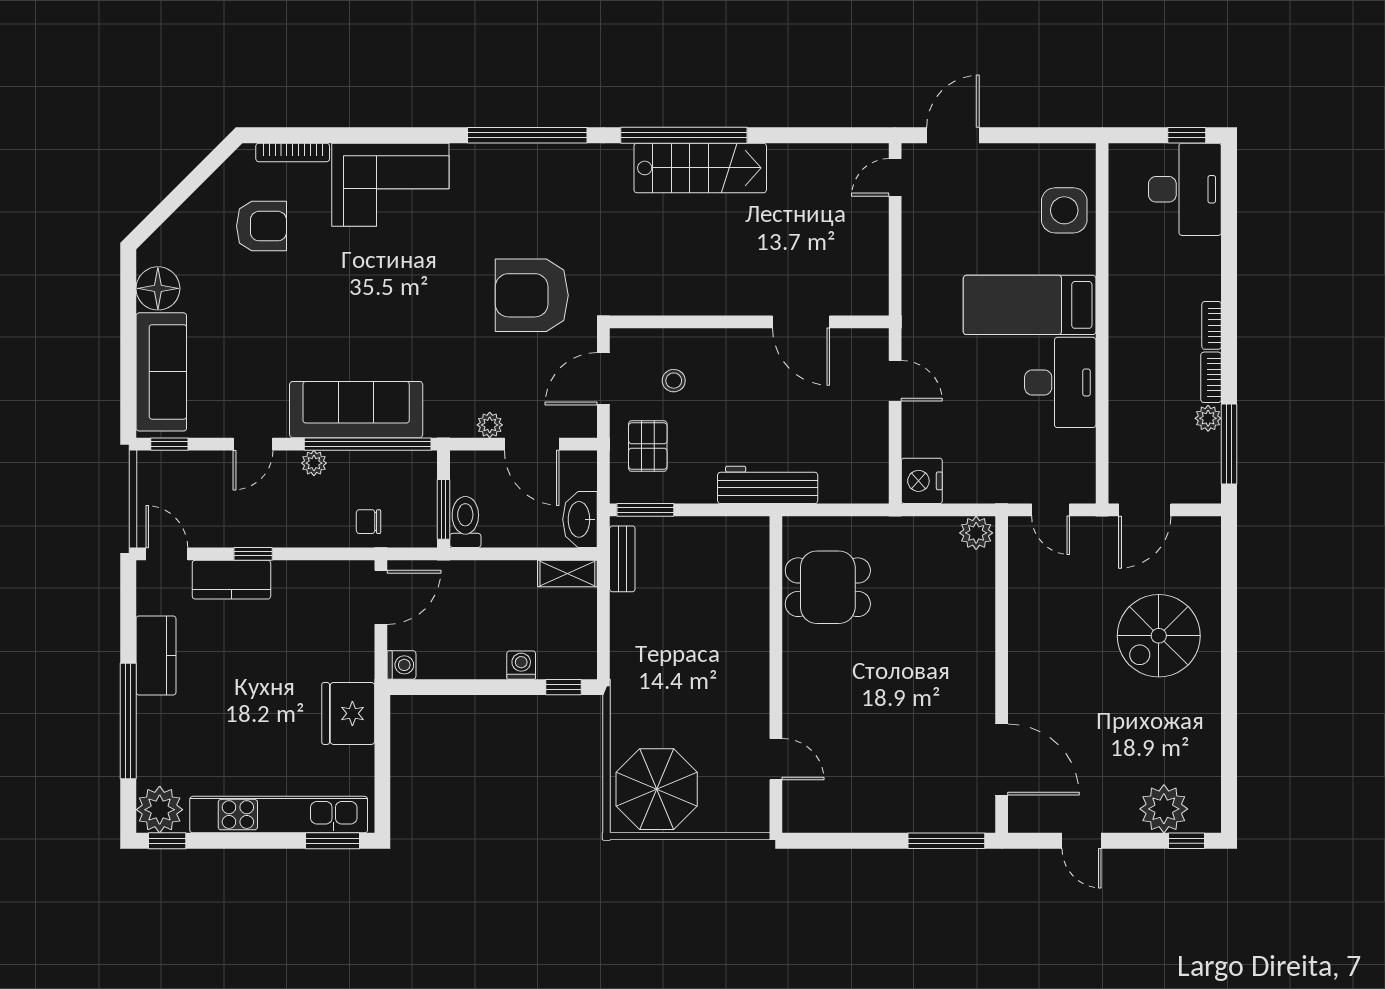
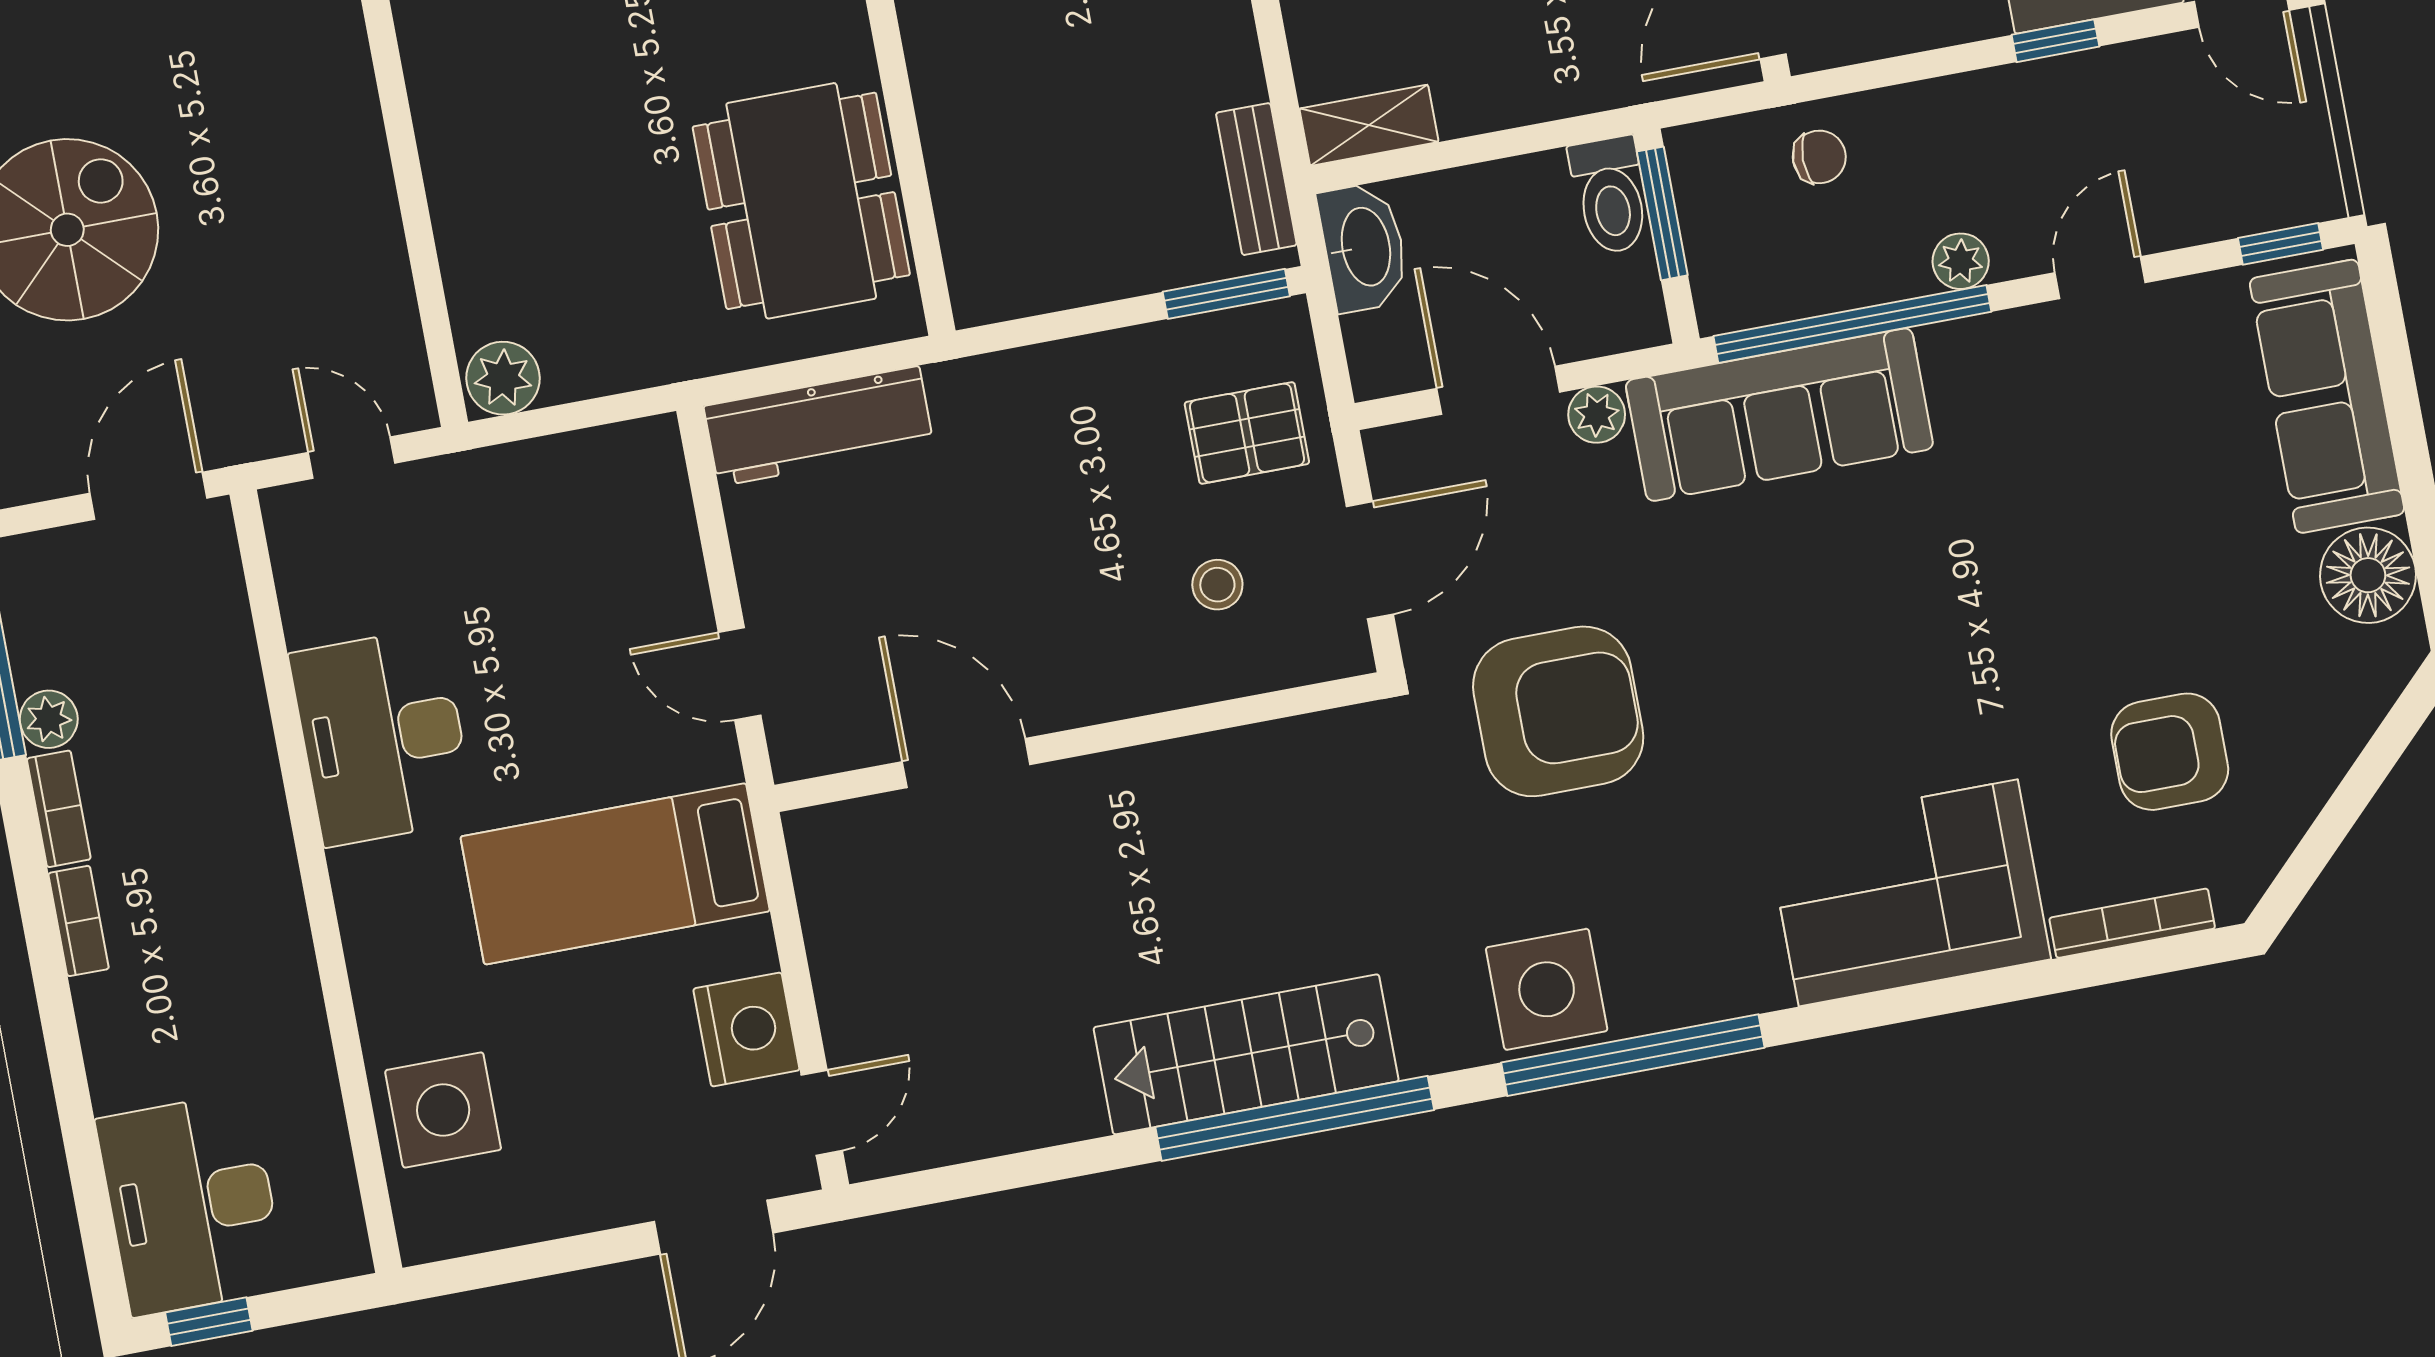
side table: (560, 172) -> (1547, 989), added
bed: (1030, 305) -> (615, 874), moved, turned 180
sofa: (356, 410) -> (1779, 415), moved
pallet: (648, 446) -> (1247, 433), turned 90
nightstand: (922, 481) -> (746, 1029), moved
workbench: (768, 485) -> (819, 426), moved
dining table: (828, 587) -> (801, 201), width x1.38

